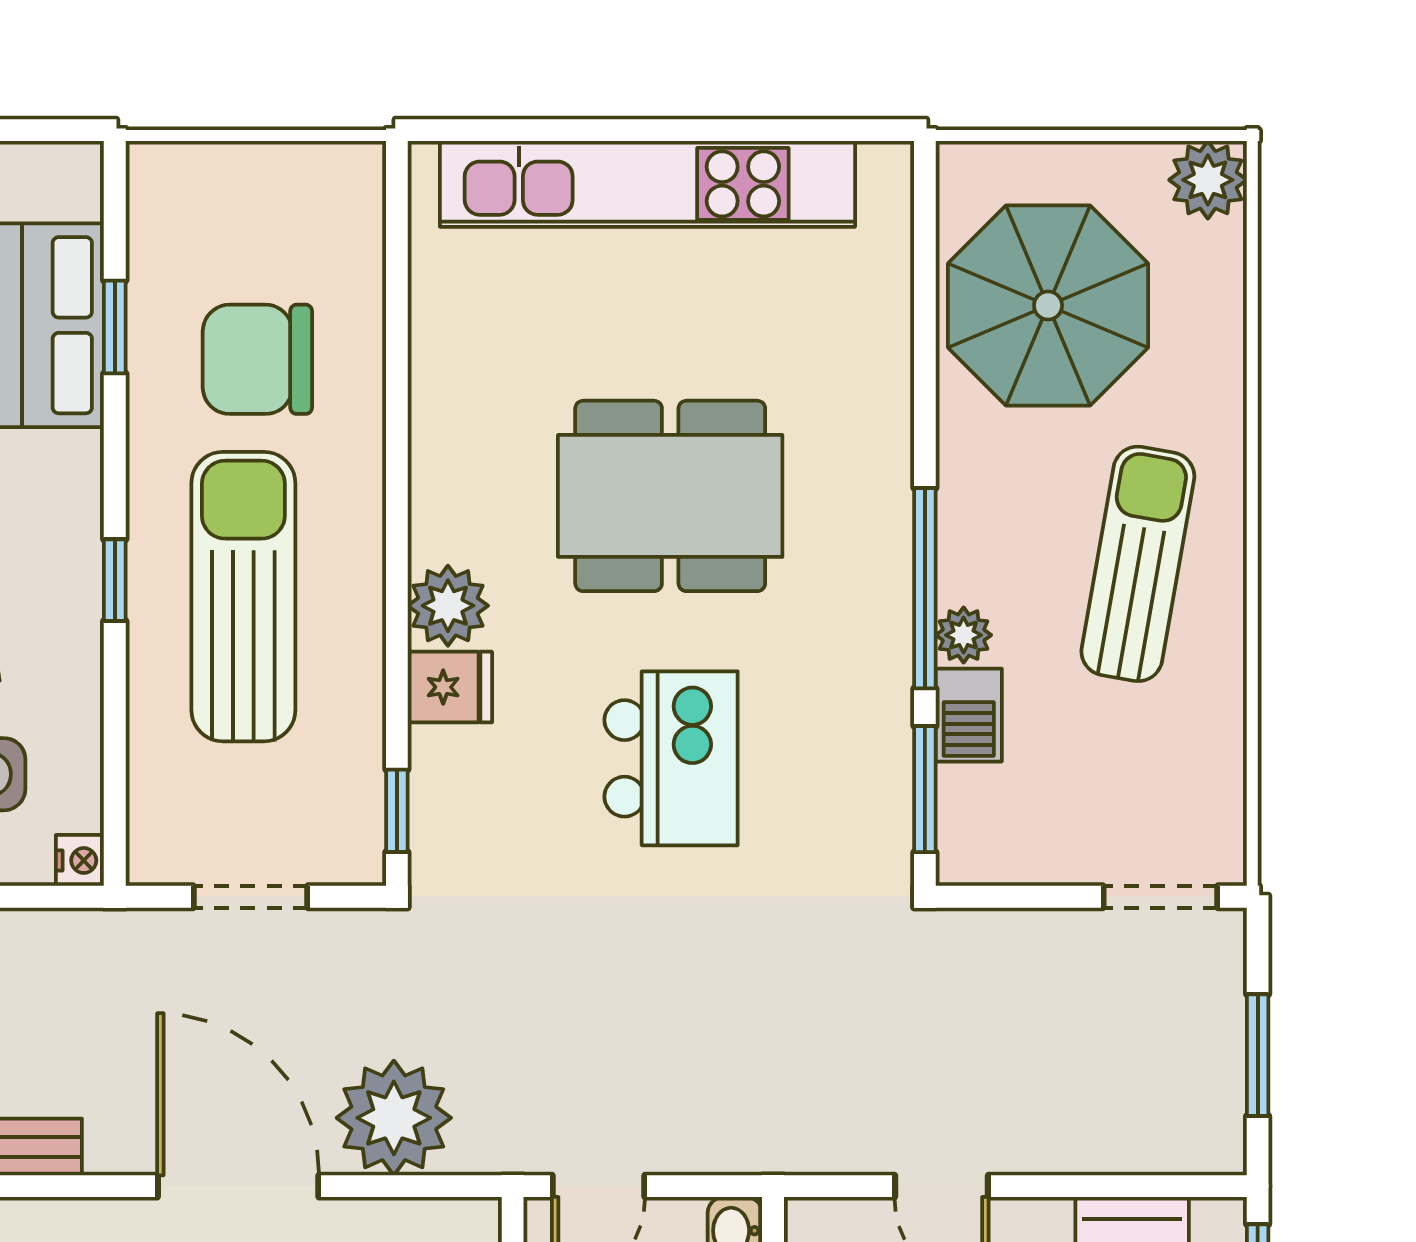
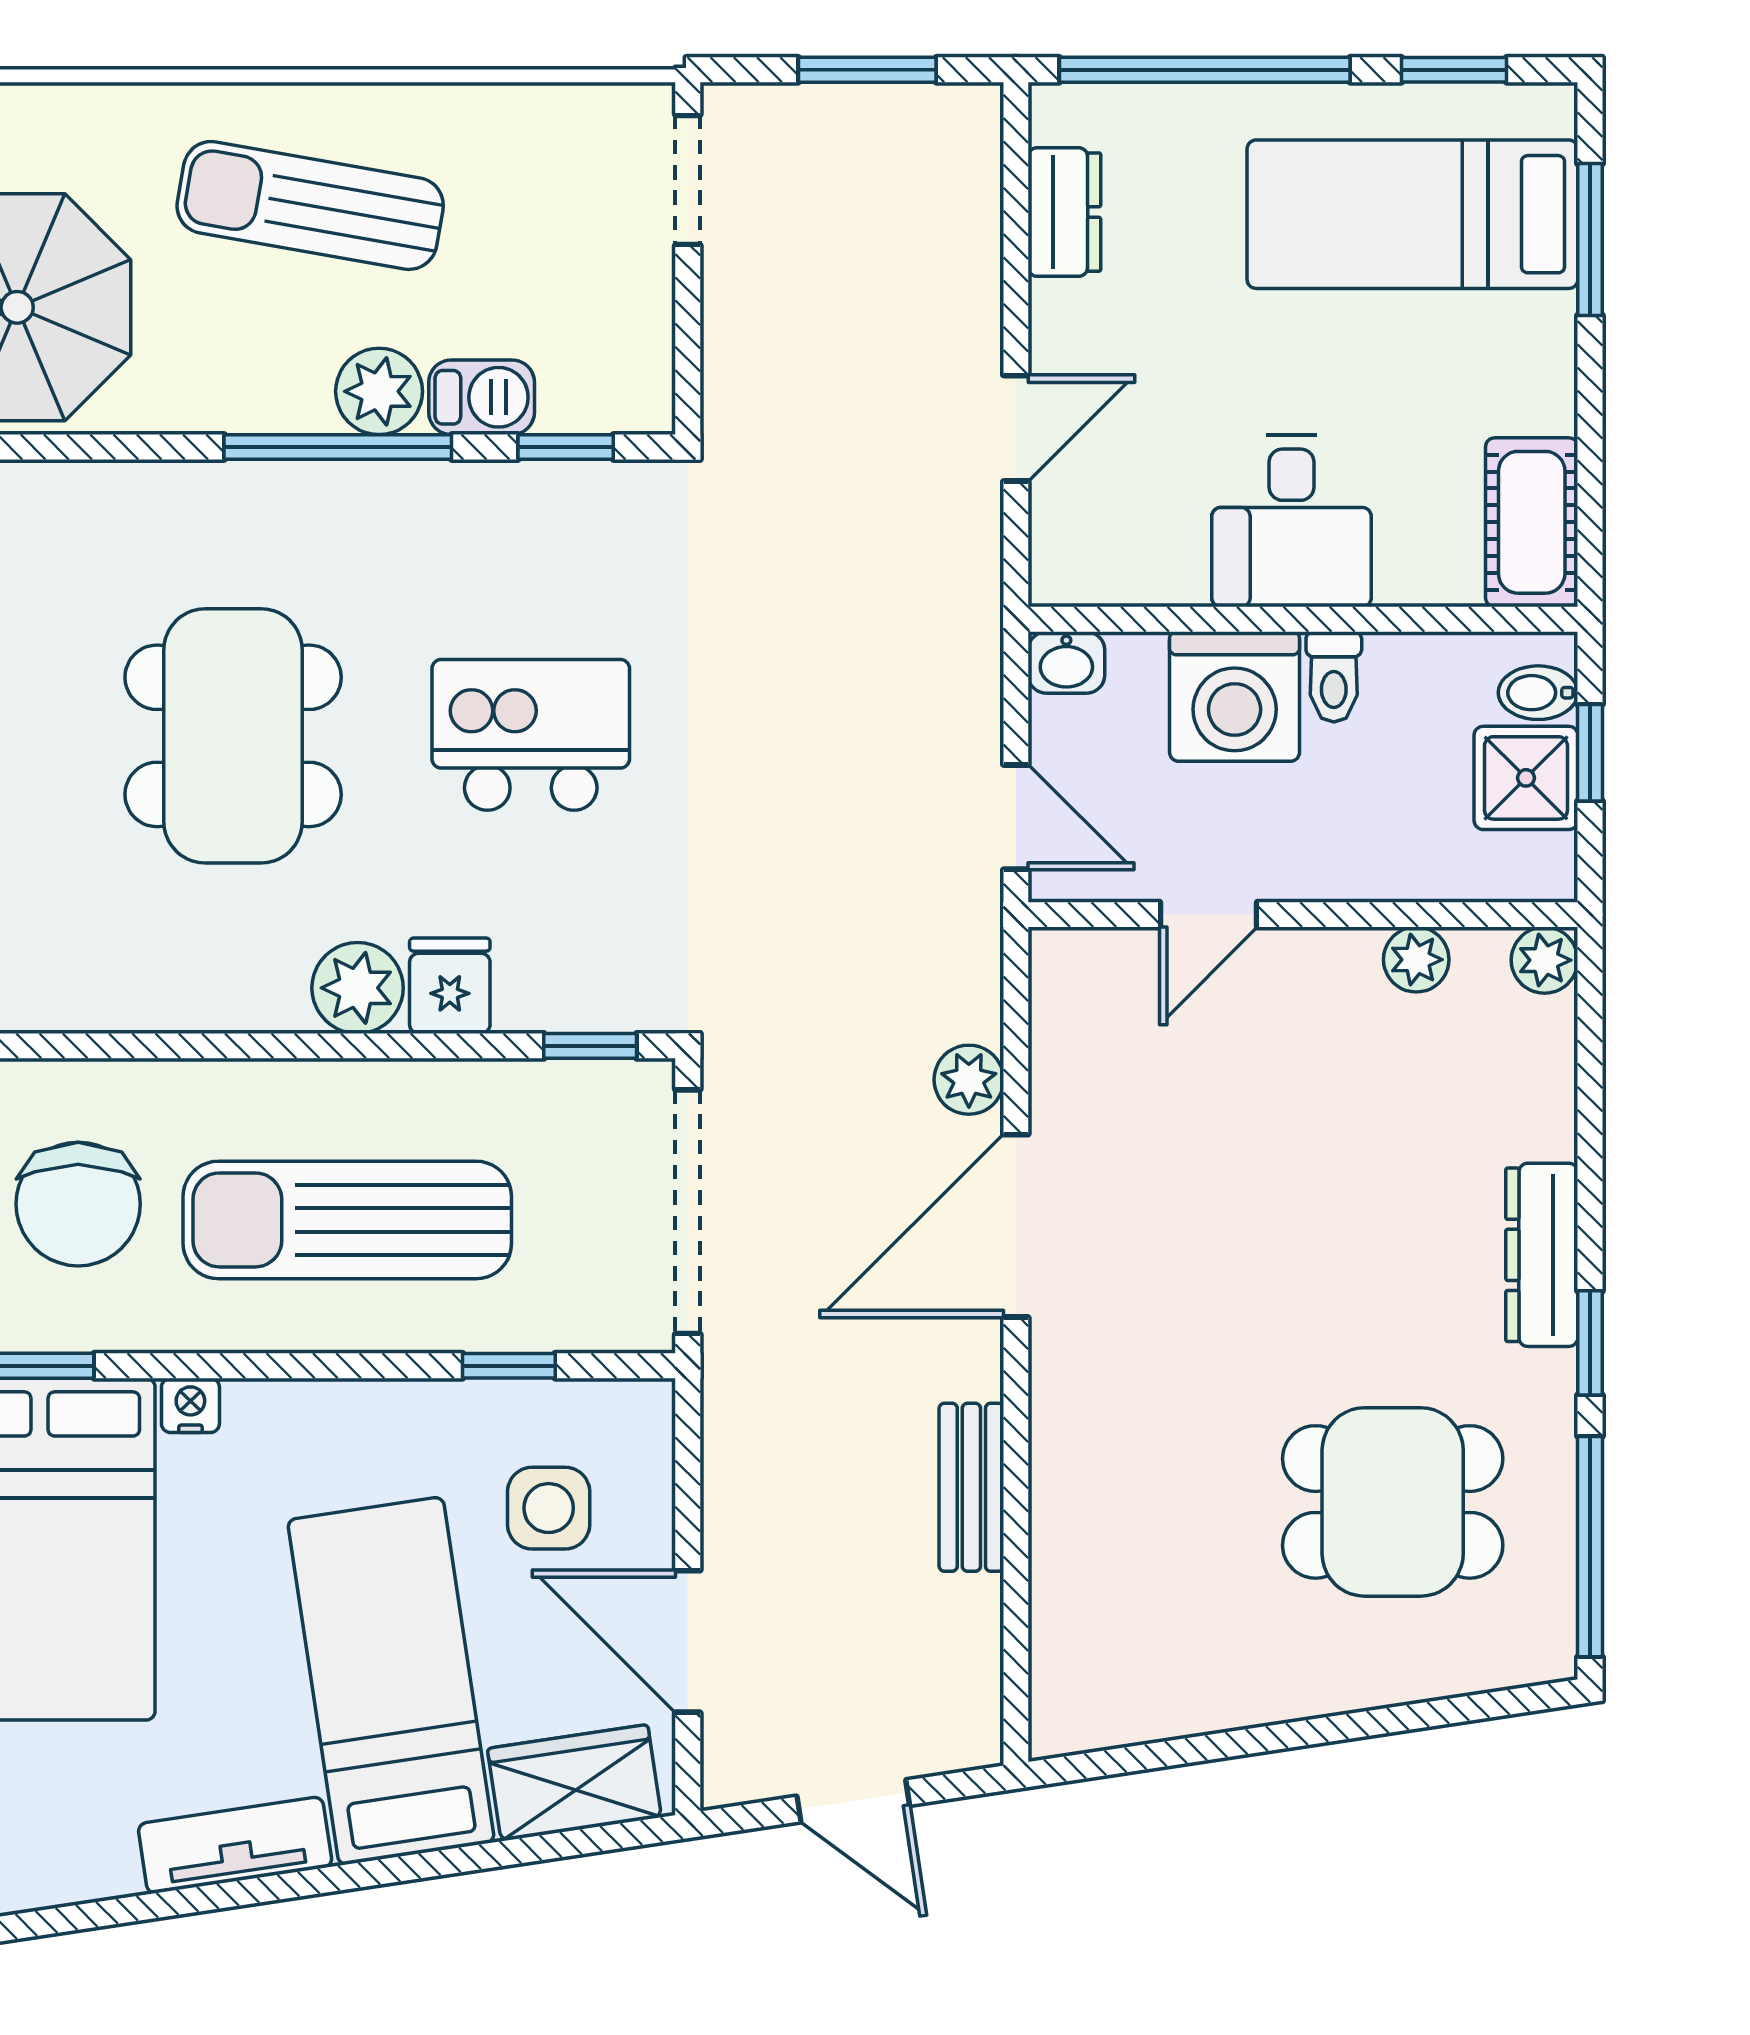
window: (115, 580) -> (509, 1366), moved
plant: (964, 635) -> (379, 391), width x1.38, depth x1.38
window: (925, 789) -> (566, 447), width x0.67
nightstand: (80, 860) -> (190, 1405), moved
doorway: (251, 897) -> (688, 1212), width x1.88
plant: (394, 1118) -> (969, 1080), width x0.53, depth x0.53

